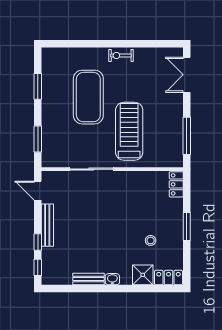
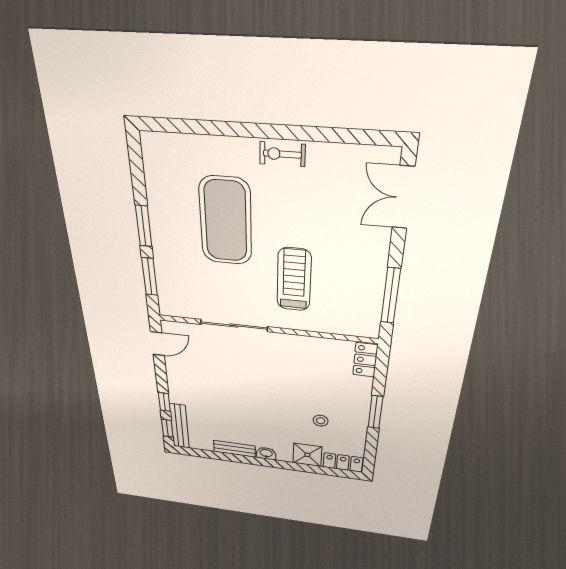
window: (38, 86) -> (144, 226), moved
treadmill: (129, 131) -> (294, 280), width x0.73, depth x0.73
door: (38, 191) -> (157, 344), swing flipped
bench: (47, 225) -> (179, 426), moved

